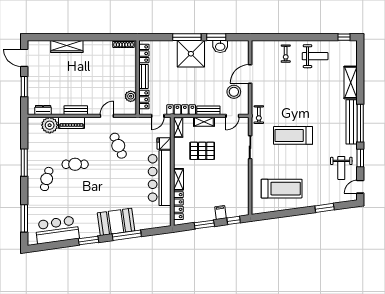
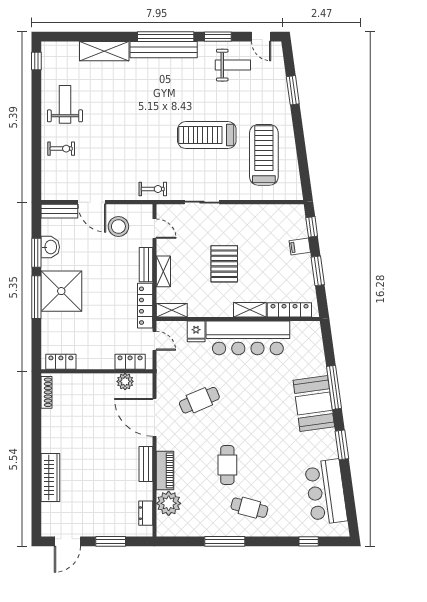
bench: (143, 76) -> (59, 211), moved
door: (107, 116) -> (154, 417), width x1.88
treadmill: (293, 135) -> (207, 135), moved, turned 90
pallet: (202, 151) -> (224, 264), moved
window: (24, 218) -> (309, 541), width x0.46

